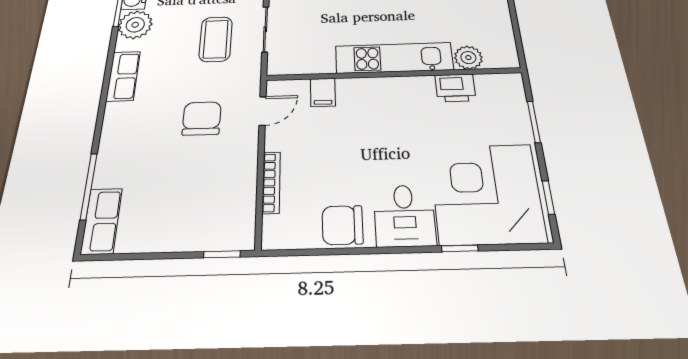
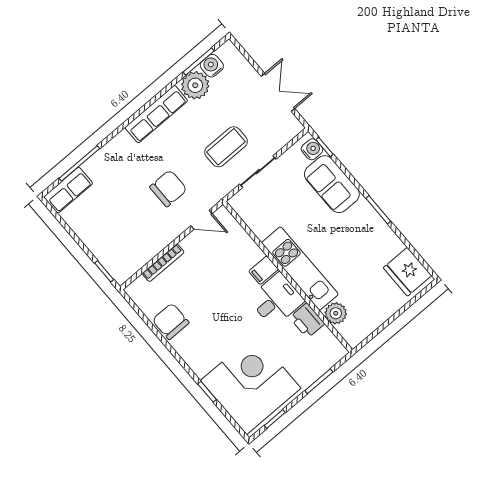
row of seats: (123, 76) -> (156, 114), width x1.48
filing cabinet: (323, 92) -> (264, 270), moved
desk: (404, 215) -> (276, 300), moved, turned 180

